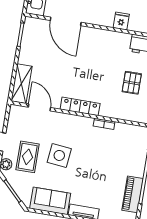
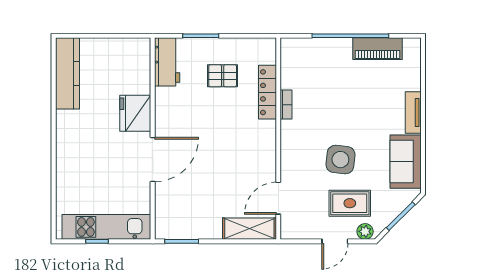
door: (66, 21) -> (153, 160), moved
fridge: (121, 21) -> (135, 113), width x1.88, depth x1.34
locker: (80, 106) -> (267, 92), moved

